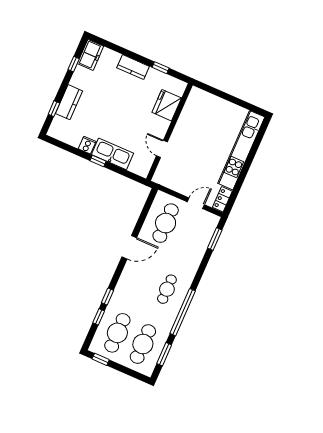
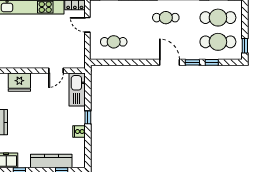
kitchen counter: (69, 102) -> (51, 161), width x1.50
kitchen sink: (113, 154) -> (77, 89), moved
cafe table: (166, 223) -> (114, 42), width x0.73, depth x0.74
door: (129, 247) -> (170, 62), moved

